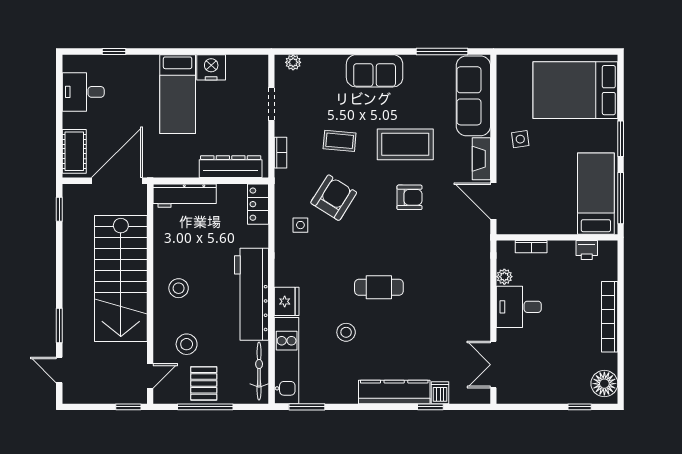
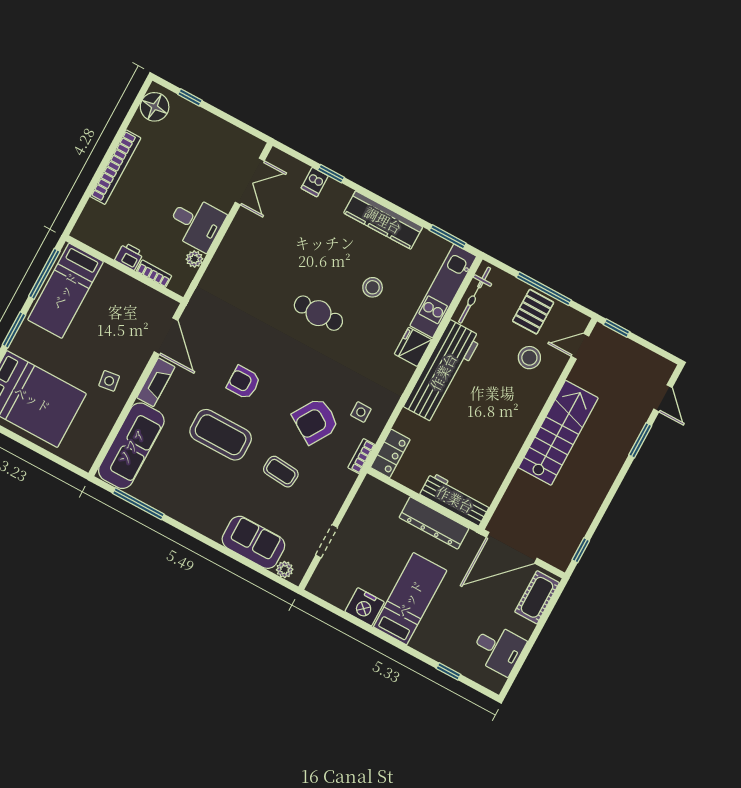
sofa: (375, 71) -> (253, 542), moved
bookcase: (281, 153) -> (361, 456), moved
dresser: (231, 167) -> (434, 523), moved
printer: (587, 250) -> (129, 256), moved
stairs: (121, 279) -> (558, 433), width x0.73, depth x0.66
stool: (179, 288) -> (508, 415), removed
kitchen counter: (394, 392) -> (383, 220), moved

